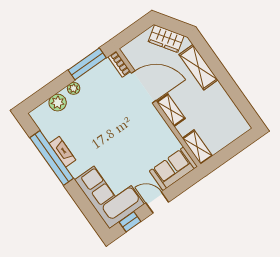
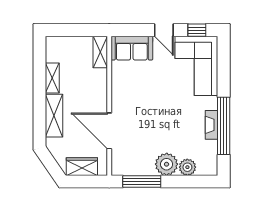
wardrobe: (166, 39) -> (82, 167), moved, turned -56
bookcase: (119, 64) -> (116, 163), removed
plant: (74, 88) -> (167, 164), width x1.88, depth x1.88
shelving: (171, 110) -> (52, 78), moved

